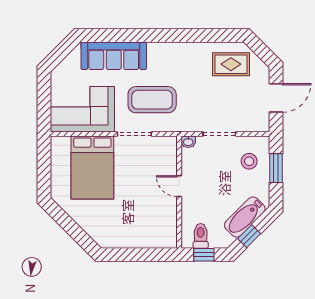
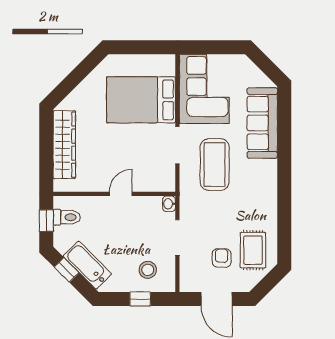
armchair: (238, 93) -> (222, 258), added
window: (276, 168) -> (140, 299), width x0.67
wardrobe: (134, 238) -> (64, 145), added

